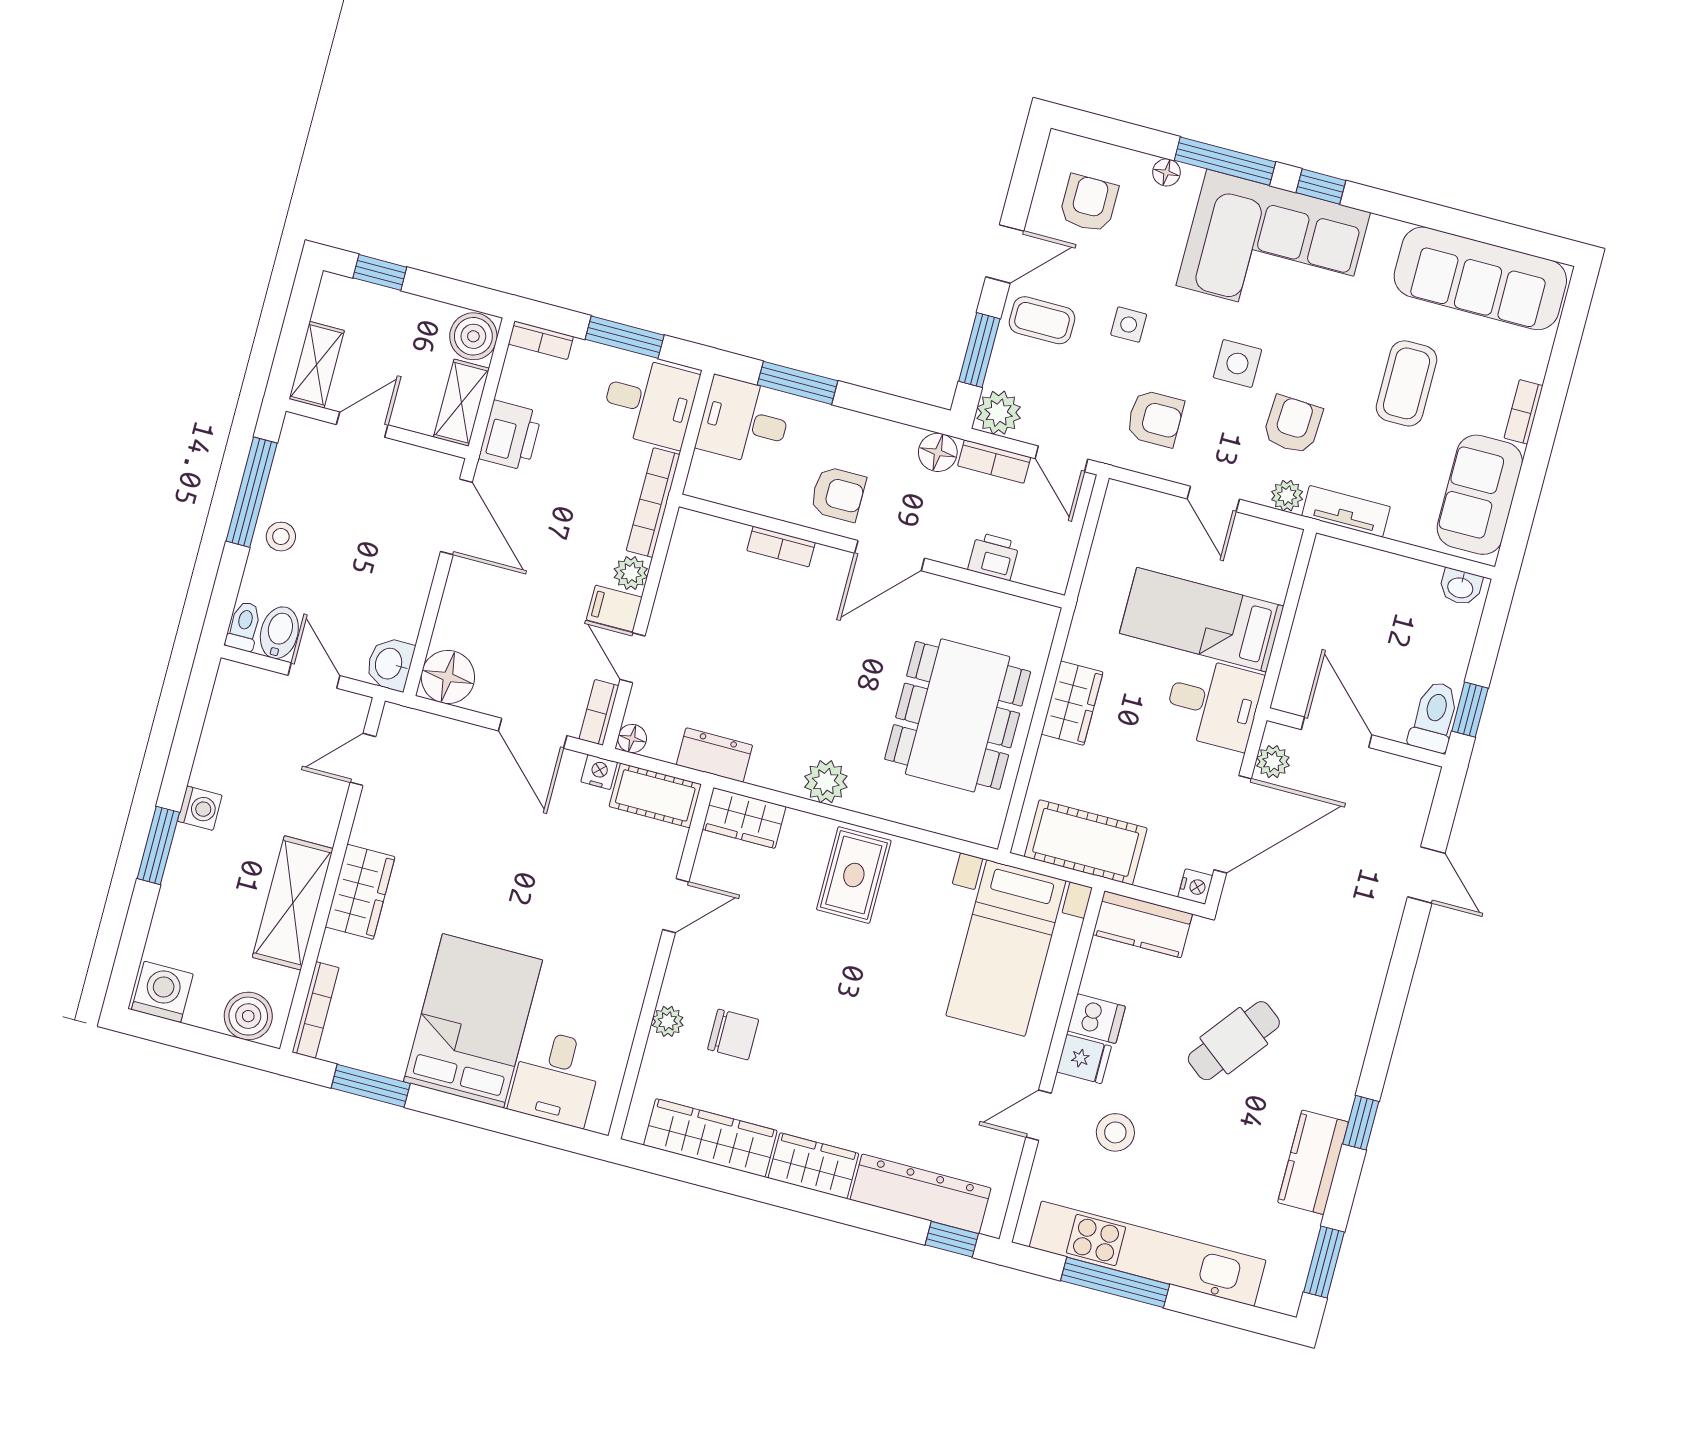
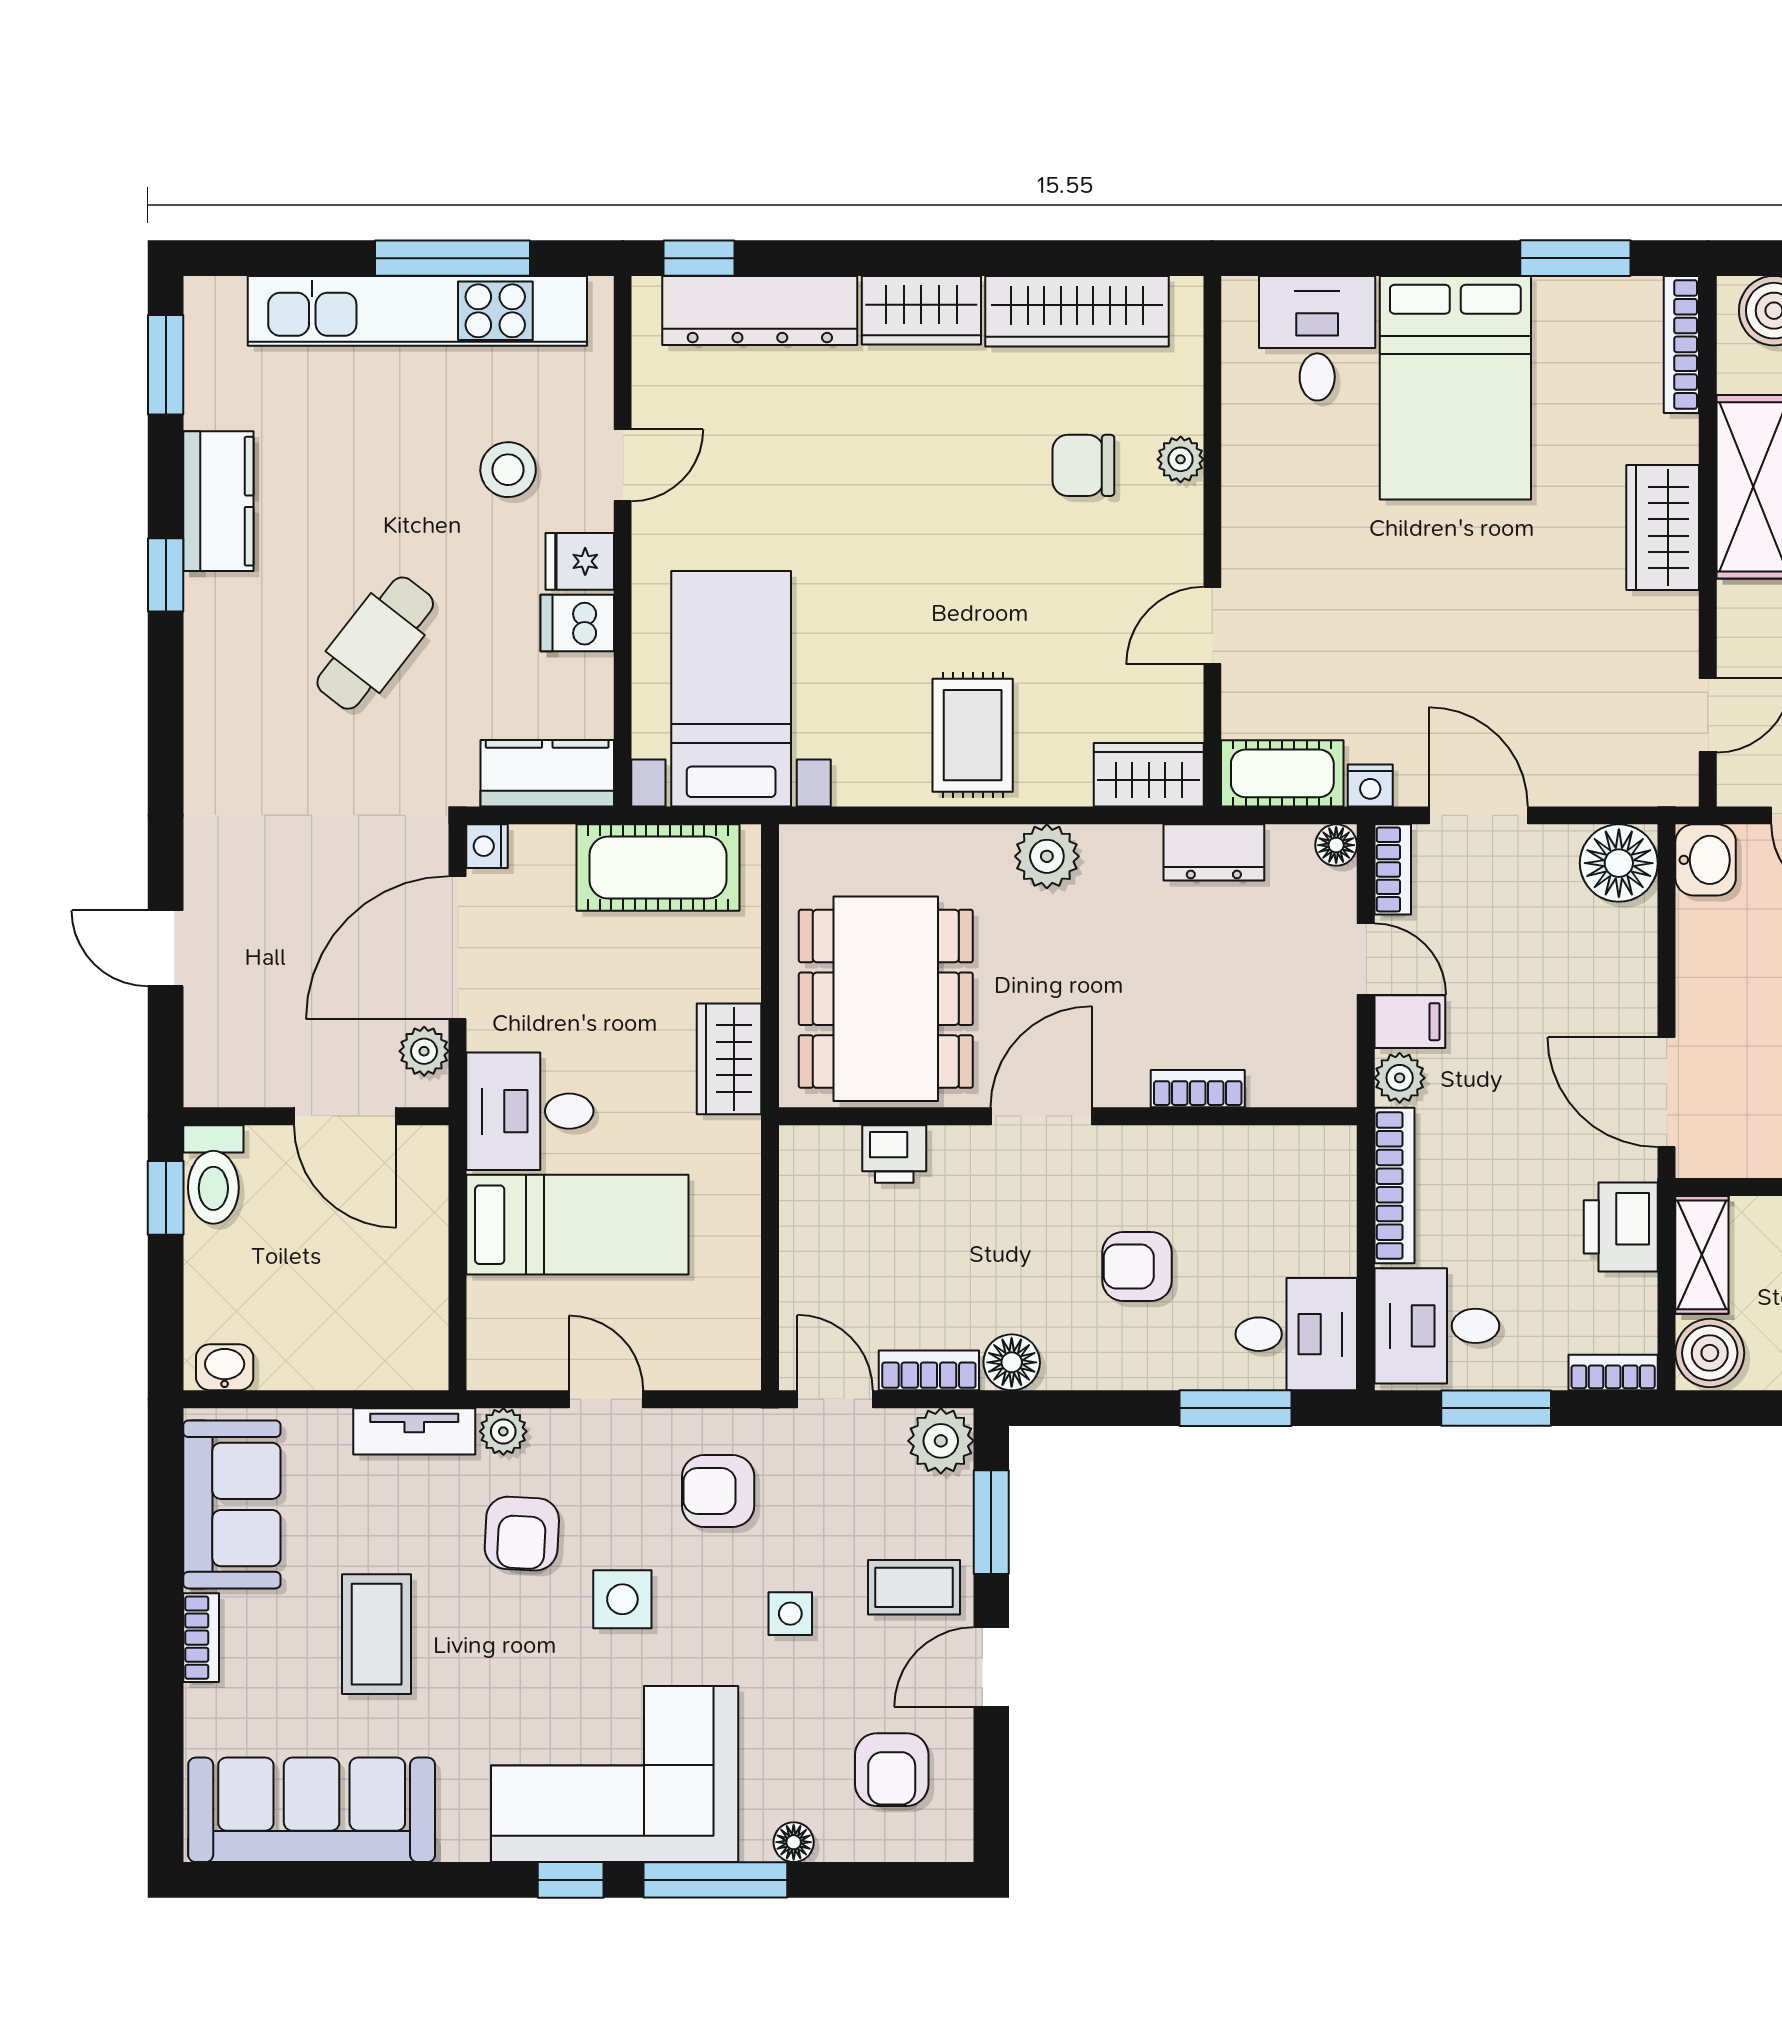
bookcase: (781, 547) -> (1198, 1089), moved
wall: (872, 551) -> (1068, 1116), moved
door: (890, 556) -> (1041, 1116), moved
printer: (994, 556) -> (894, 1154), moved

